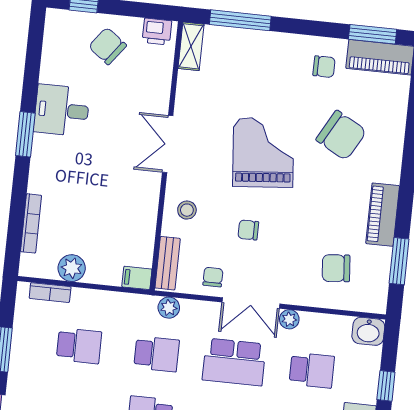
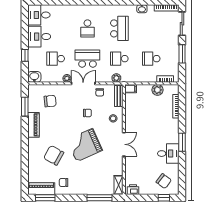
chair: (108, 46) -> (164, 181), moved
grand piano: (263, 153) -> (85, 145), turned 71

